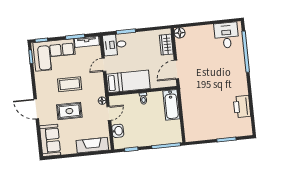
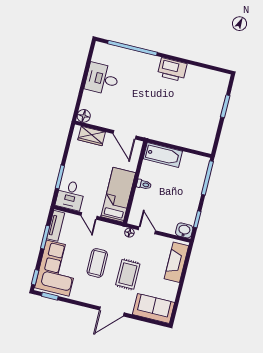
desk: (226, 35) -> (102, 79), moved
printer: (242, 107) -> (172, 70), moved
washbasin: (118, 131) -> (184, 230), moved

